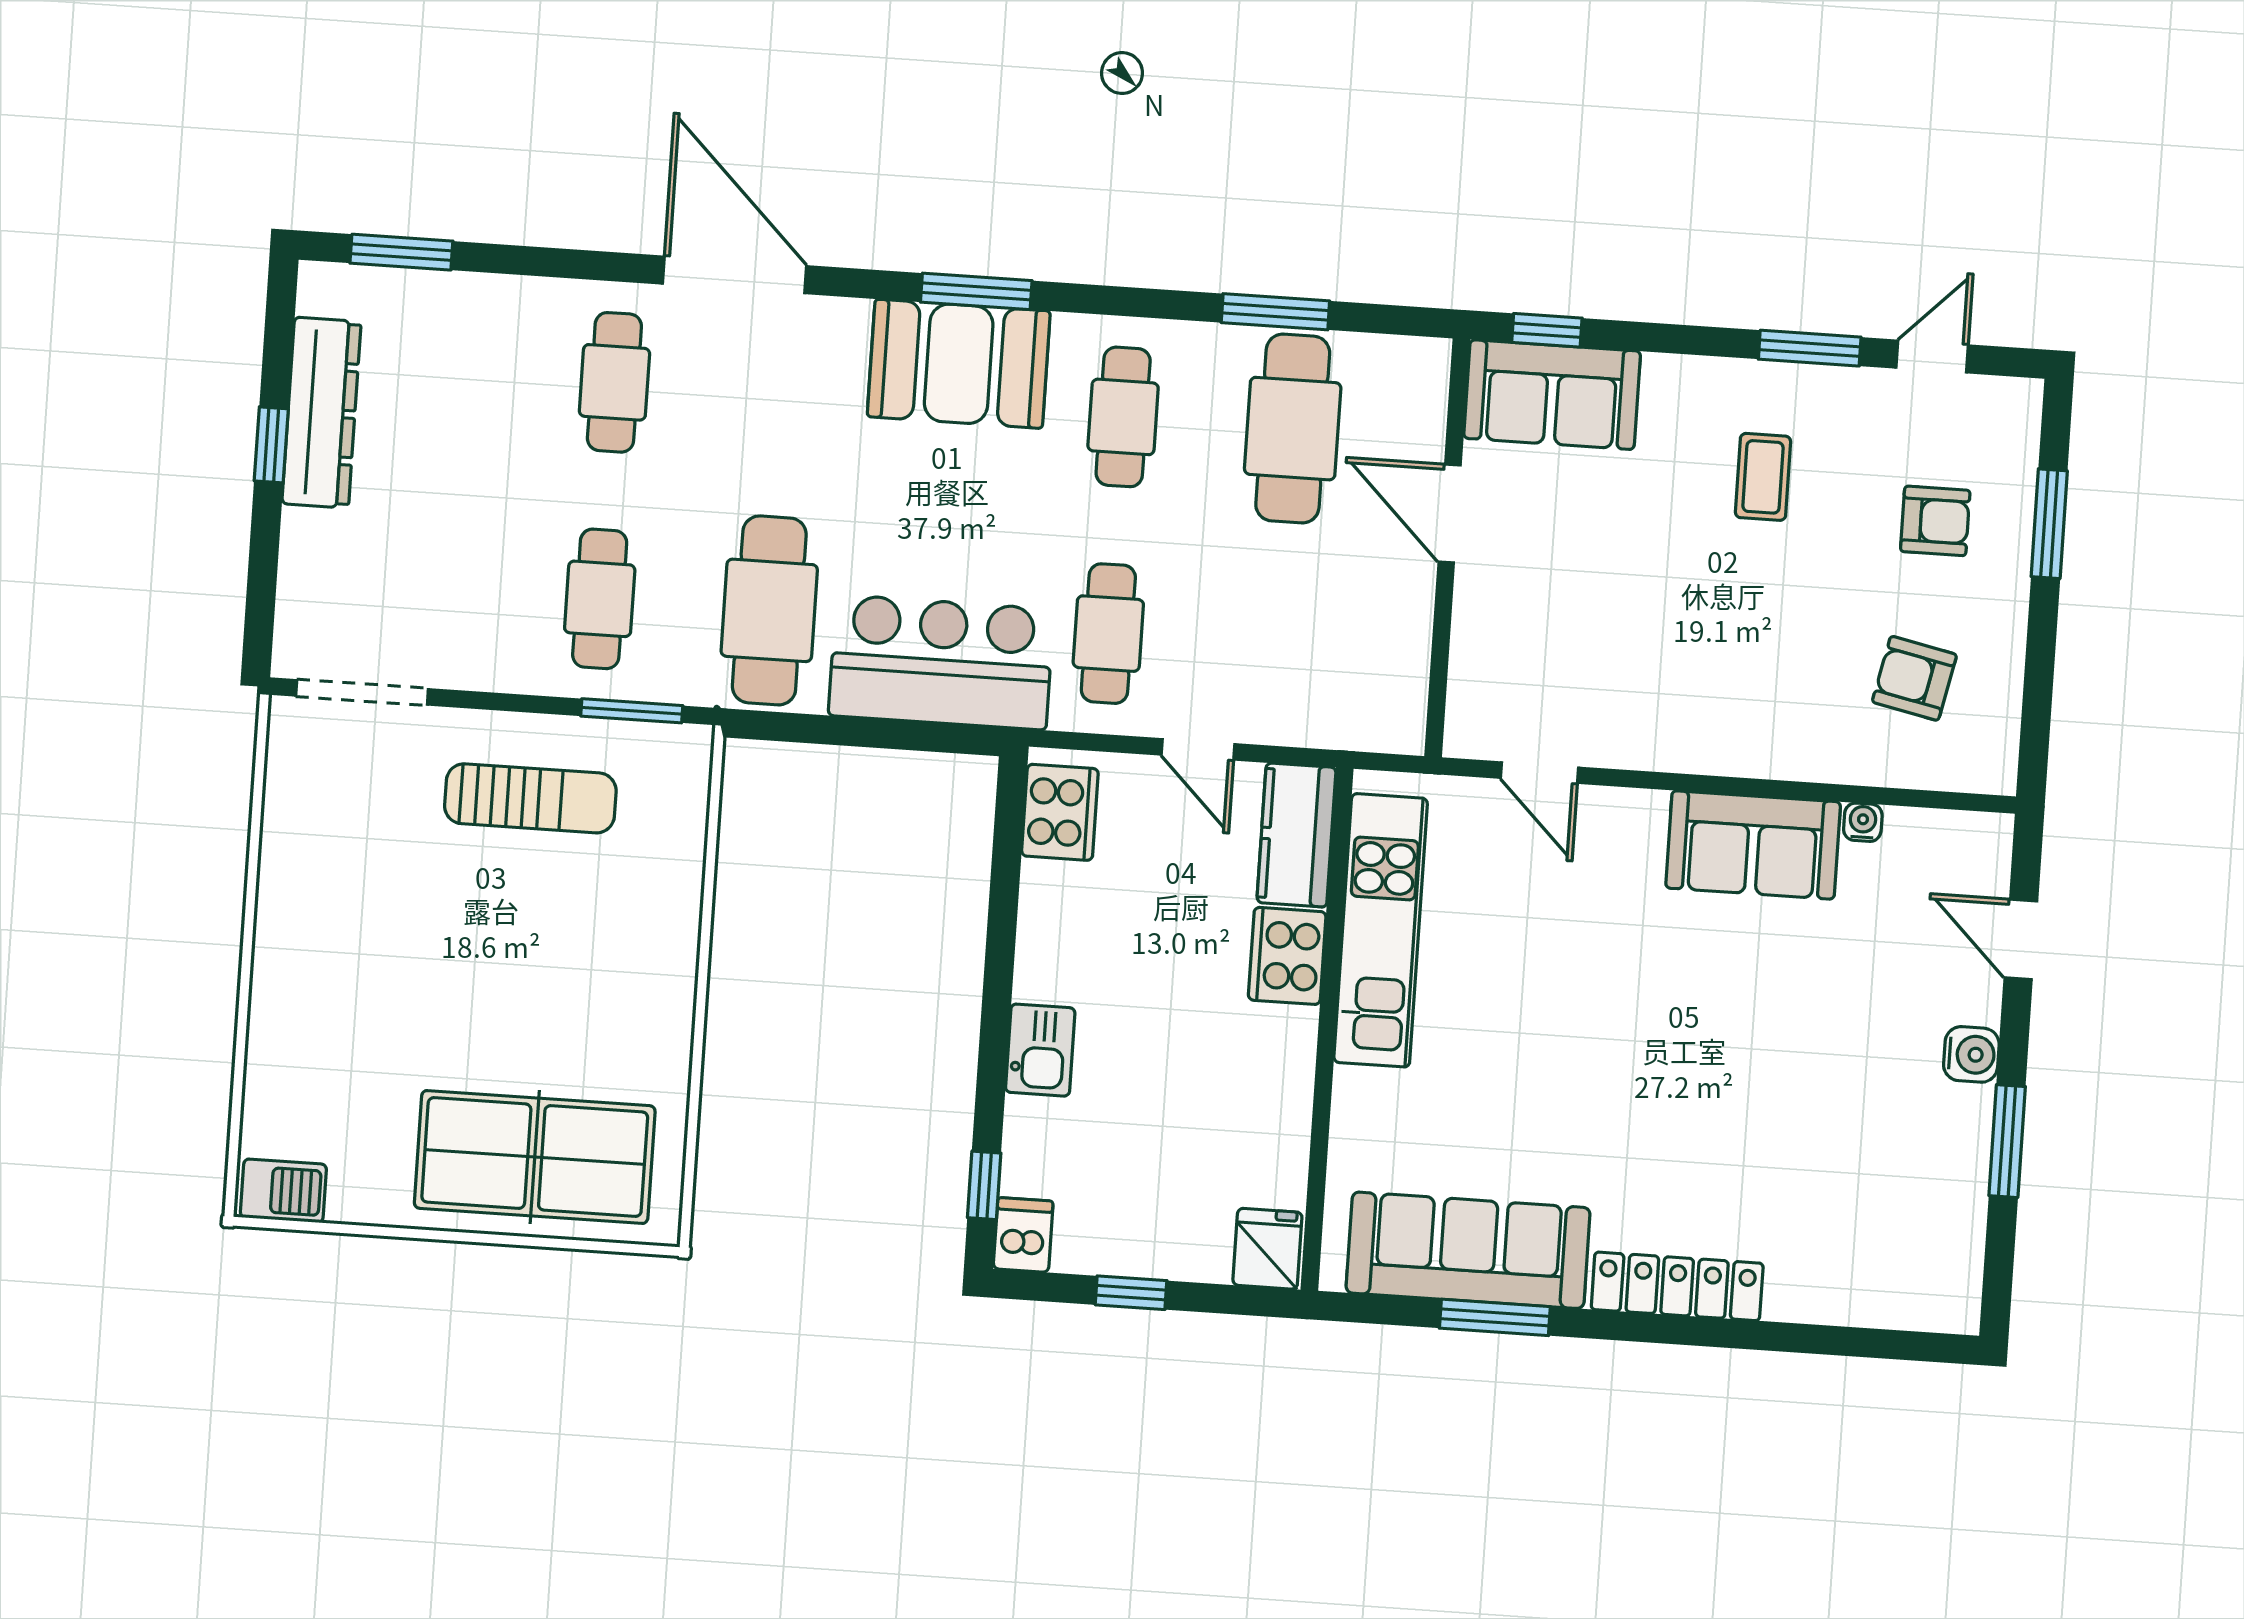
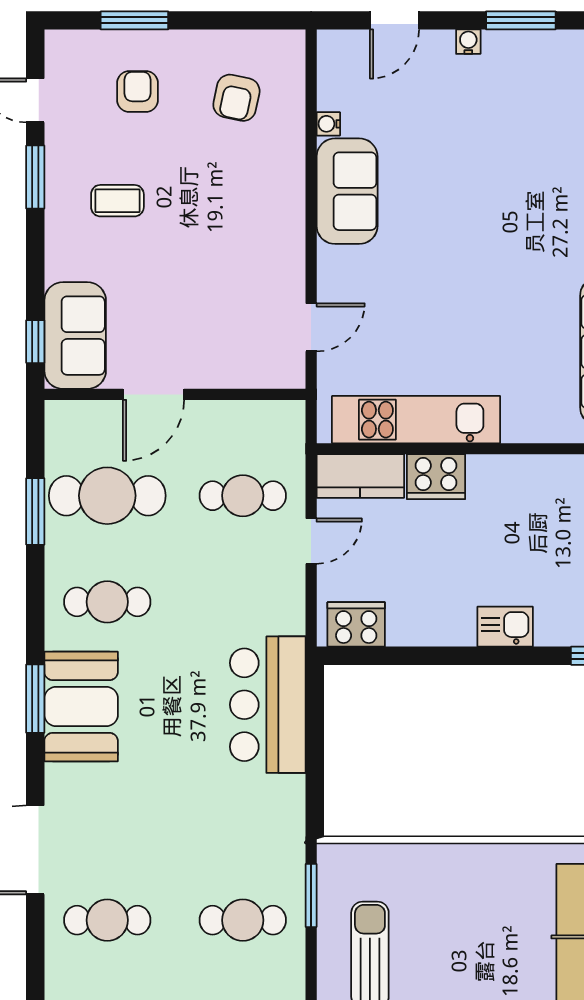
cafe table: (769, 610) -> (243, 814), removed
cafe table: (1108, 634) -> (243, 496), moved
water cooler: (1971, 1054) -> (468, 42), width x0.72, depth x0.72

